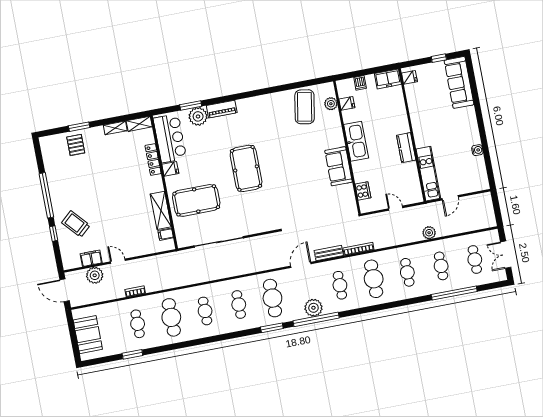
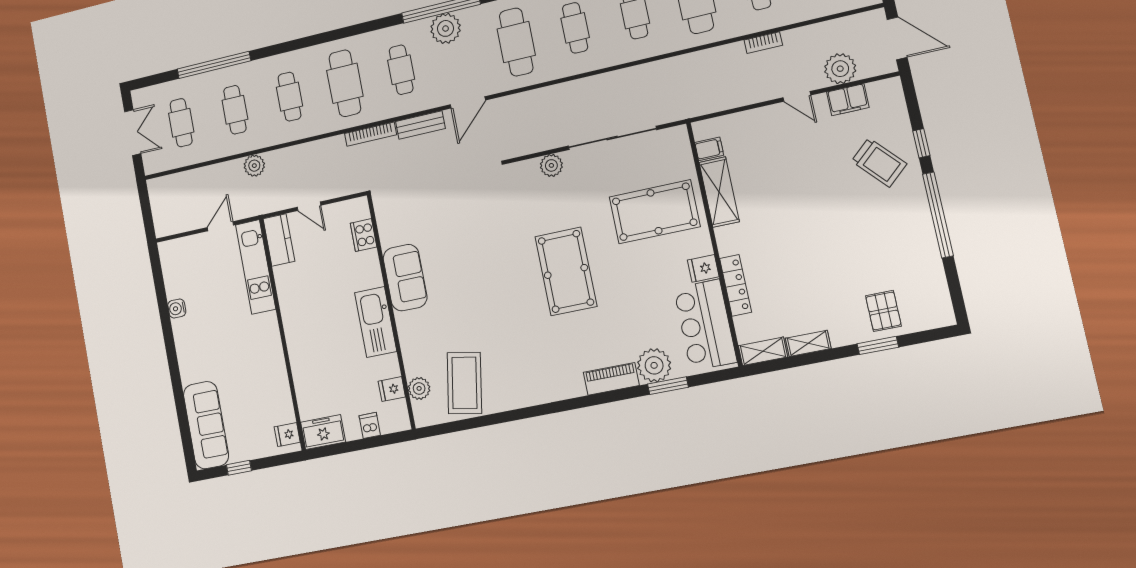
kitchen counter: (406, 148) -> (279, 240), moved
plant: (253, 228) -> (551, 165), added

